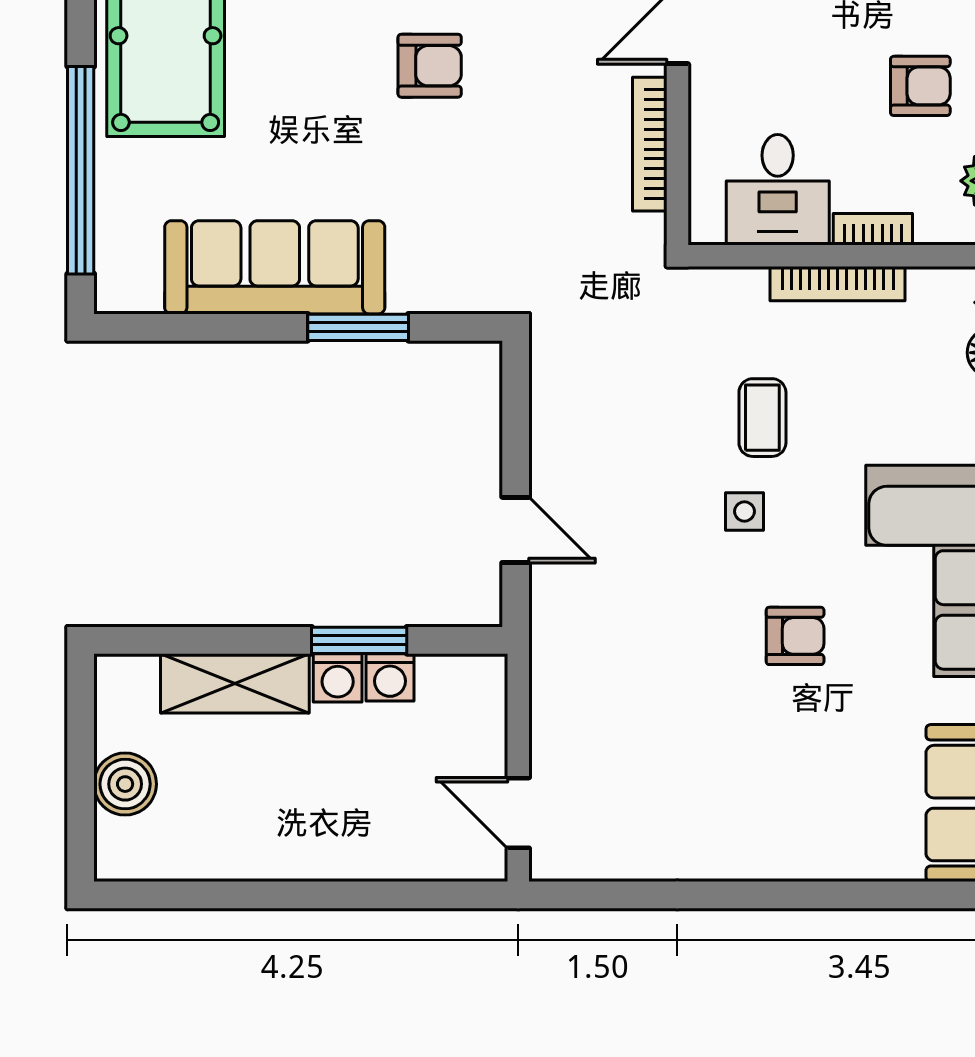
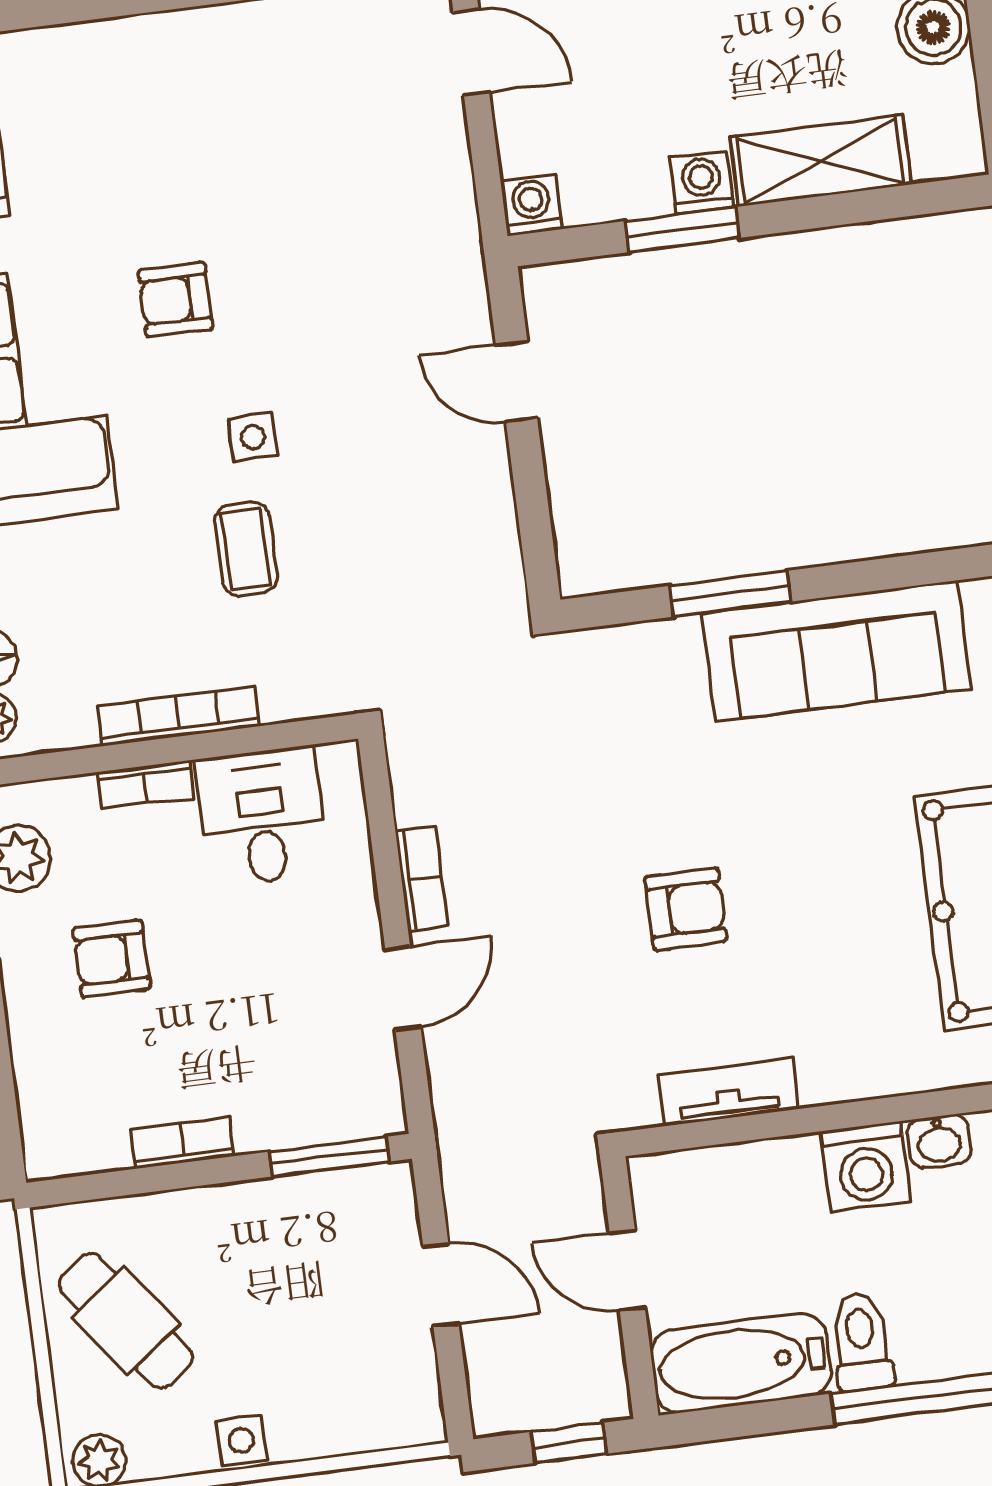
armchair: (430, 66) -> (686, 909), turned 180
bookcase: (650, 144) -> (422, 878), width x0.64
washing machine: (390, 677) -> (532, 205), moved

